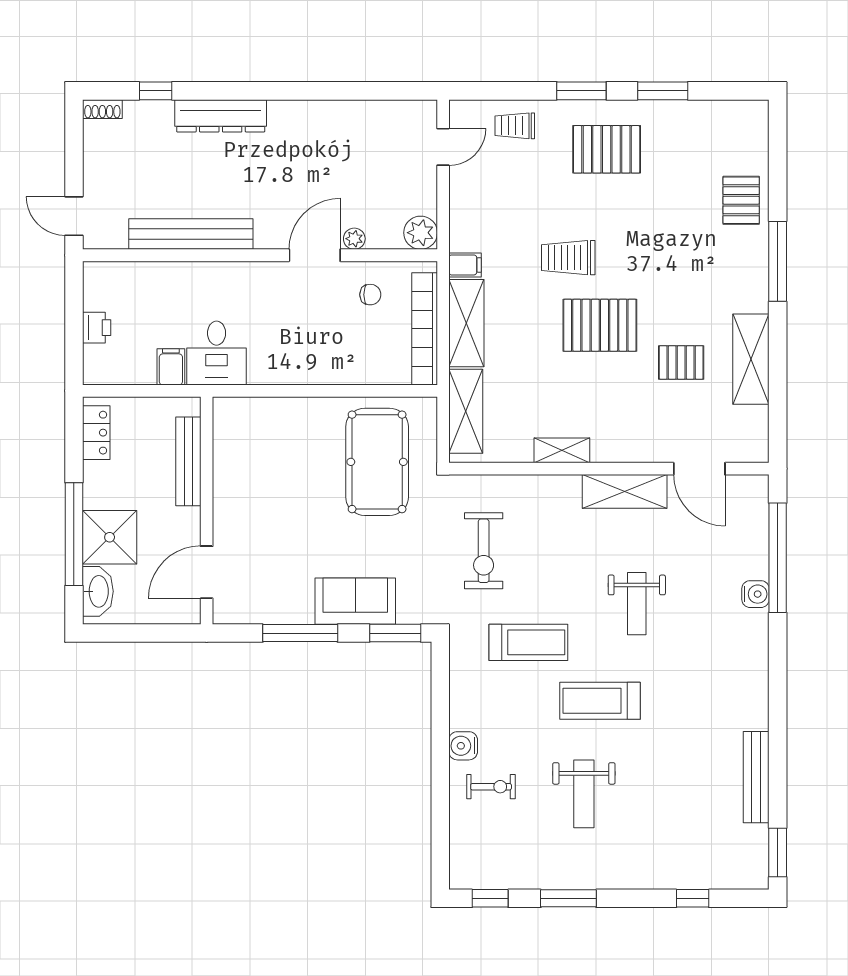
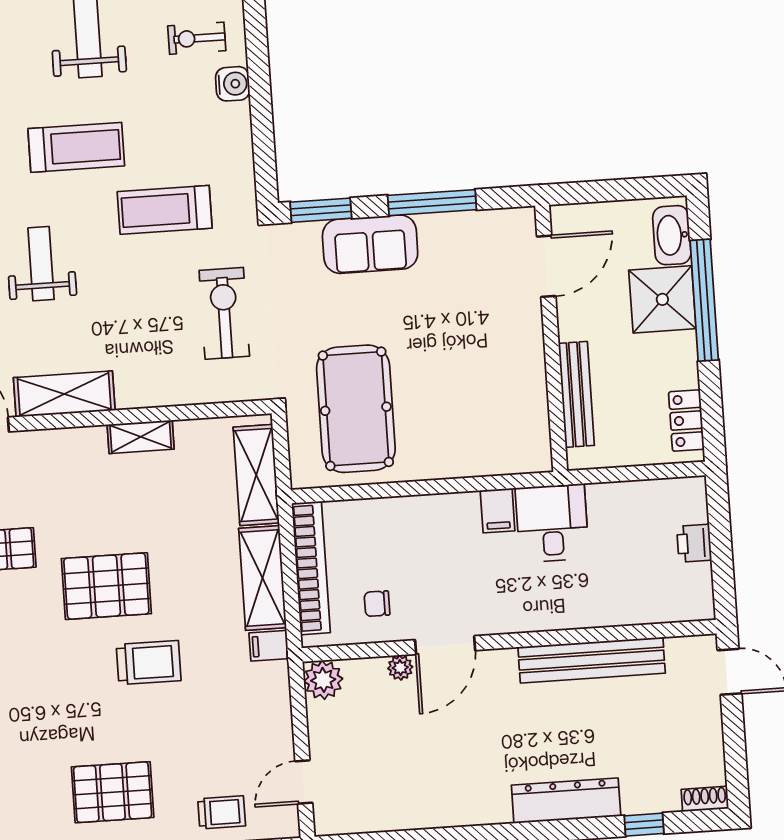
filing cabinet: (171, 367) -> (498, 511), moved

